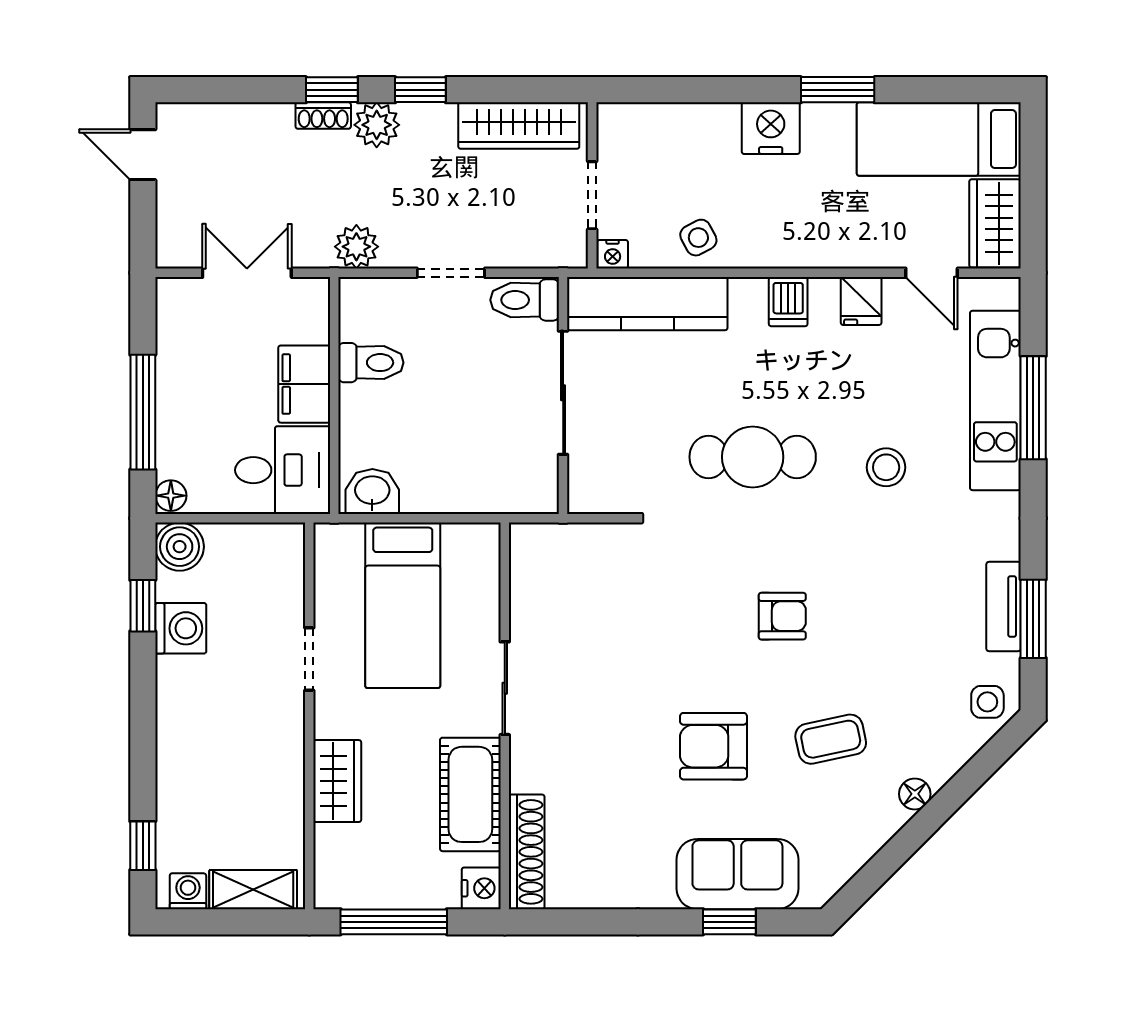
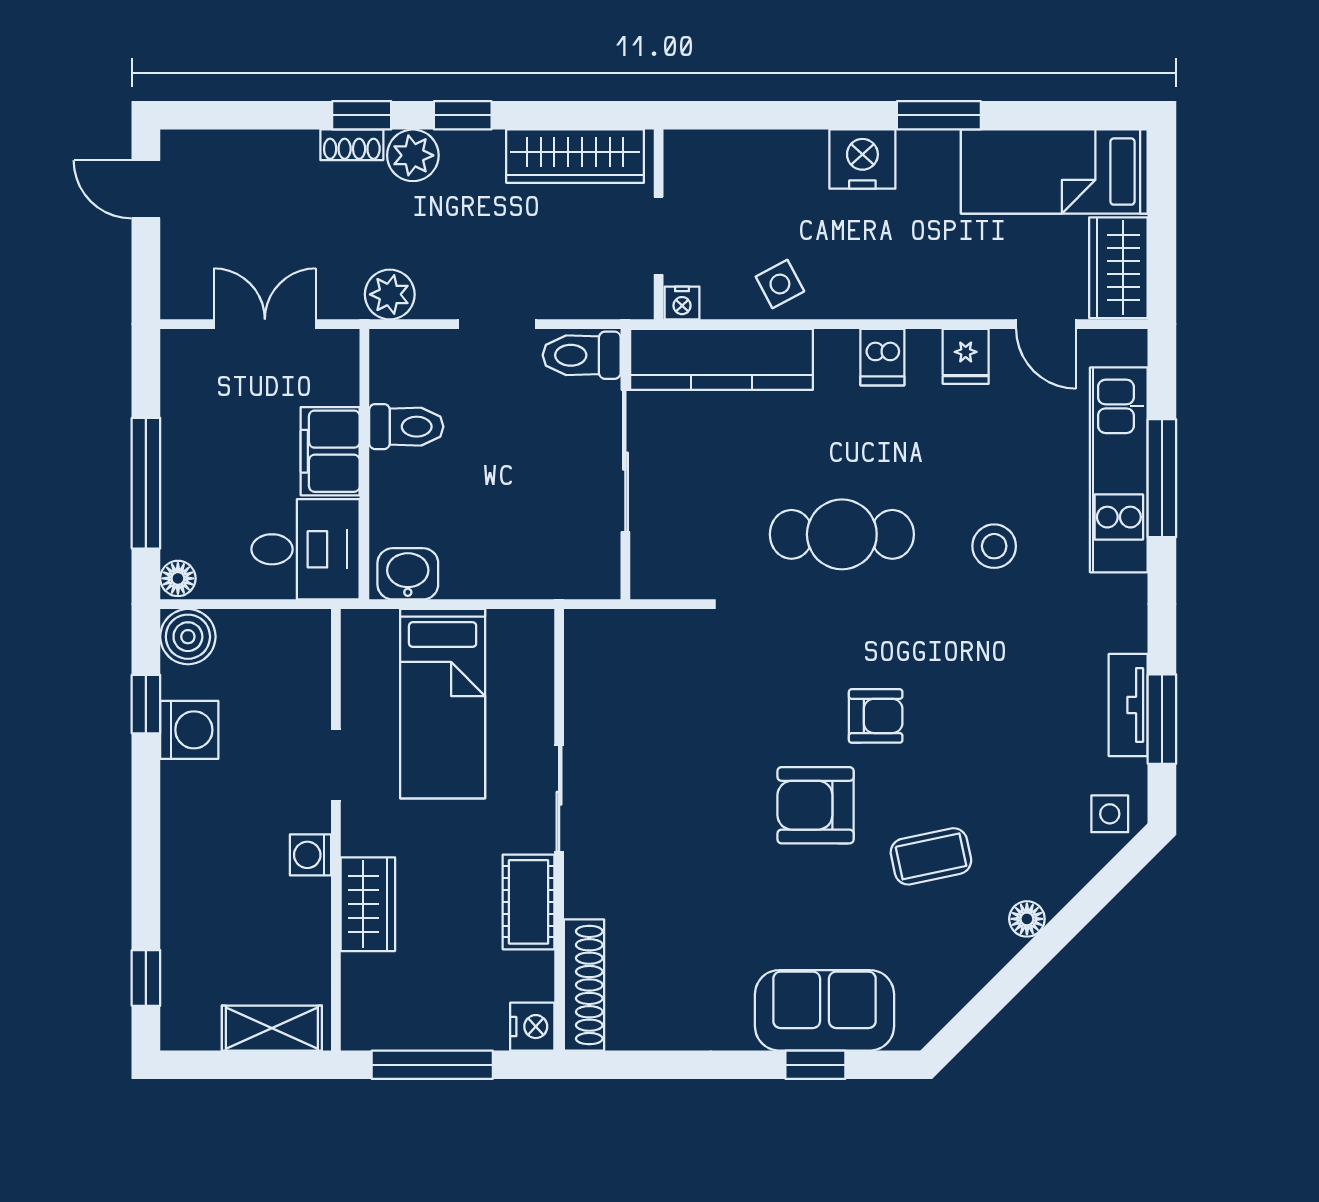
armchair: (713, 746) -> (816, 805), moved
cot: (470, 794) -> (528, 902), width x0.73, depth x0.75
washing machine: (188, 891) -> (311, 855), moved, turned -90

